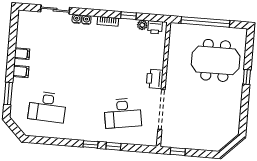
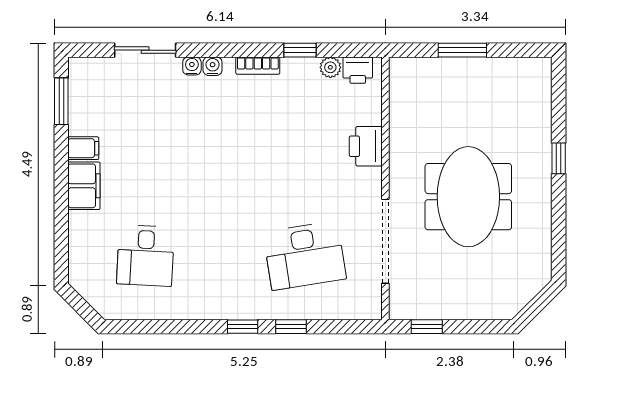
window: (205, 22) -> (462, 50), width x0.47
meeting table: (216, 60) -> (468, 197), moved, turned 90
filing cabinet: (21, 71) -> (84, 186), width x2.00
printer: (155, 79) -> (366, 146), moved
window: (8, 94) -> (61, 101), moved
desk: (47, 107) -> (145, 256), width x0.73

